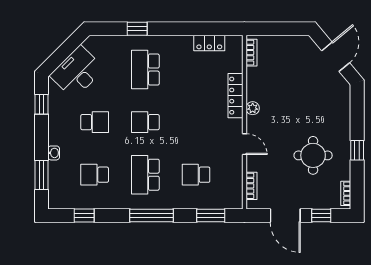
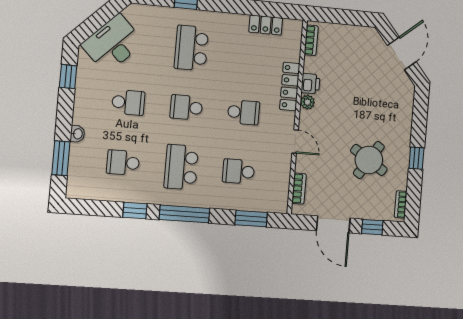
printer: (254, 91) -> (310, 84), added
school desk: (196, 122) -> (243, 112), added
round table: (313, 155) -> (369, 160), turned 33
window: (84, 216) -> (135, 211), moved

